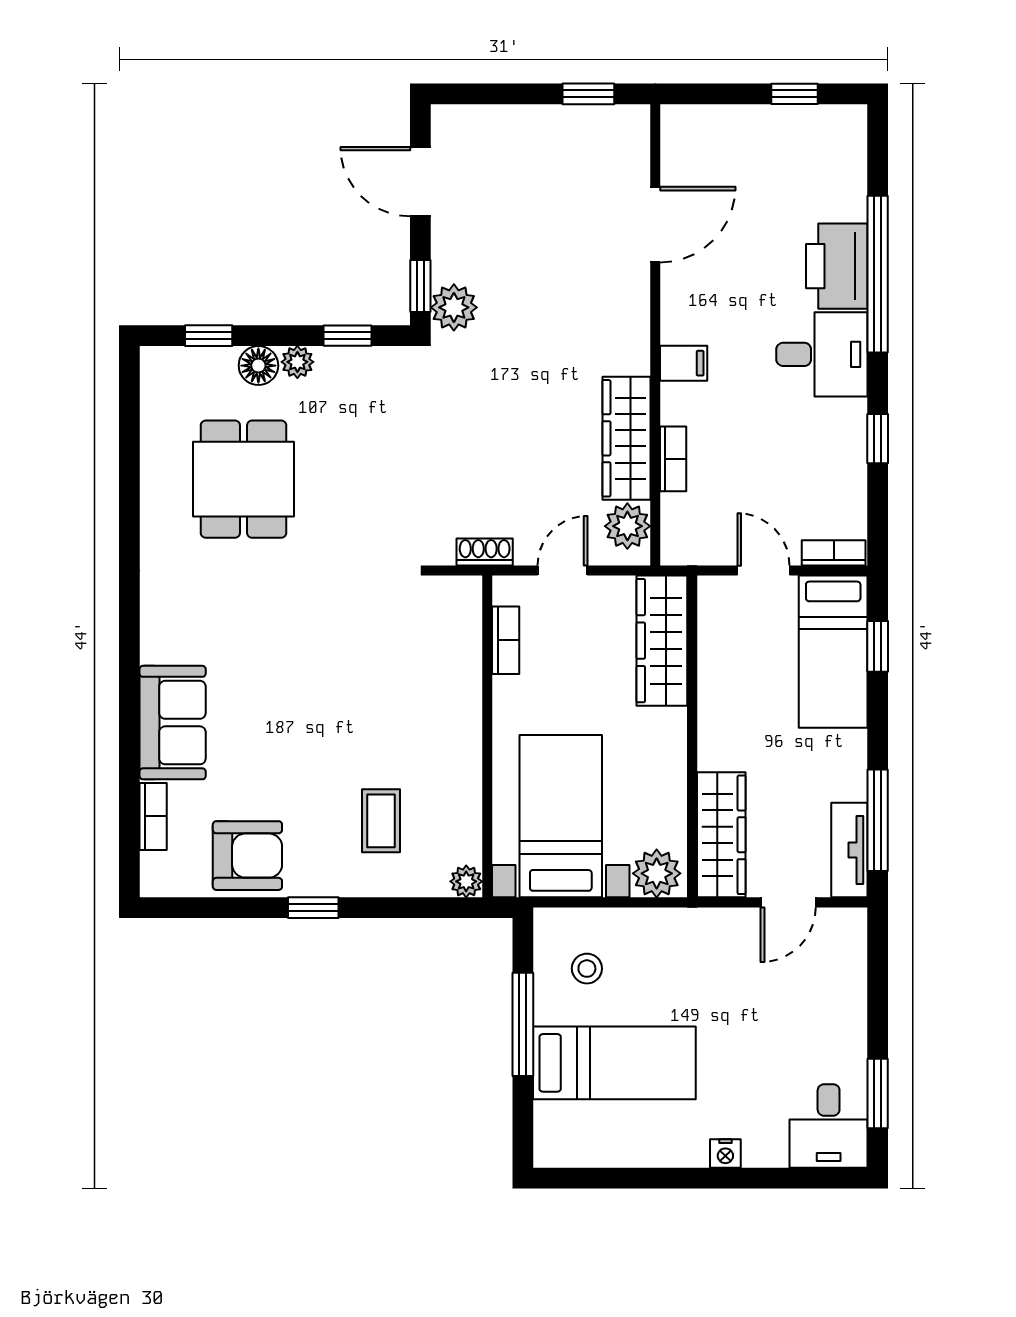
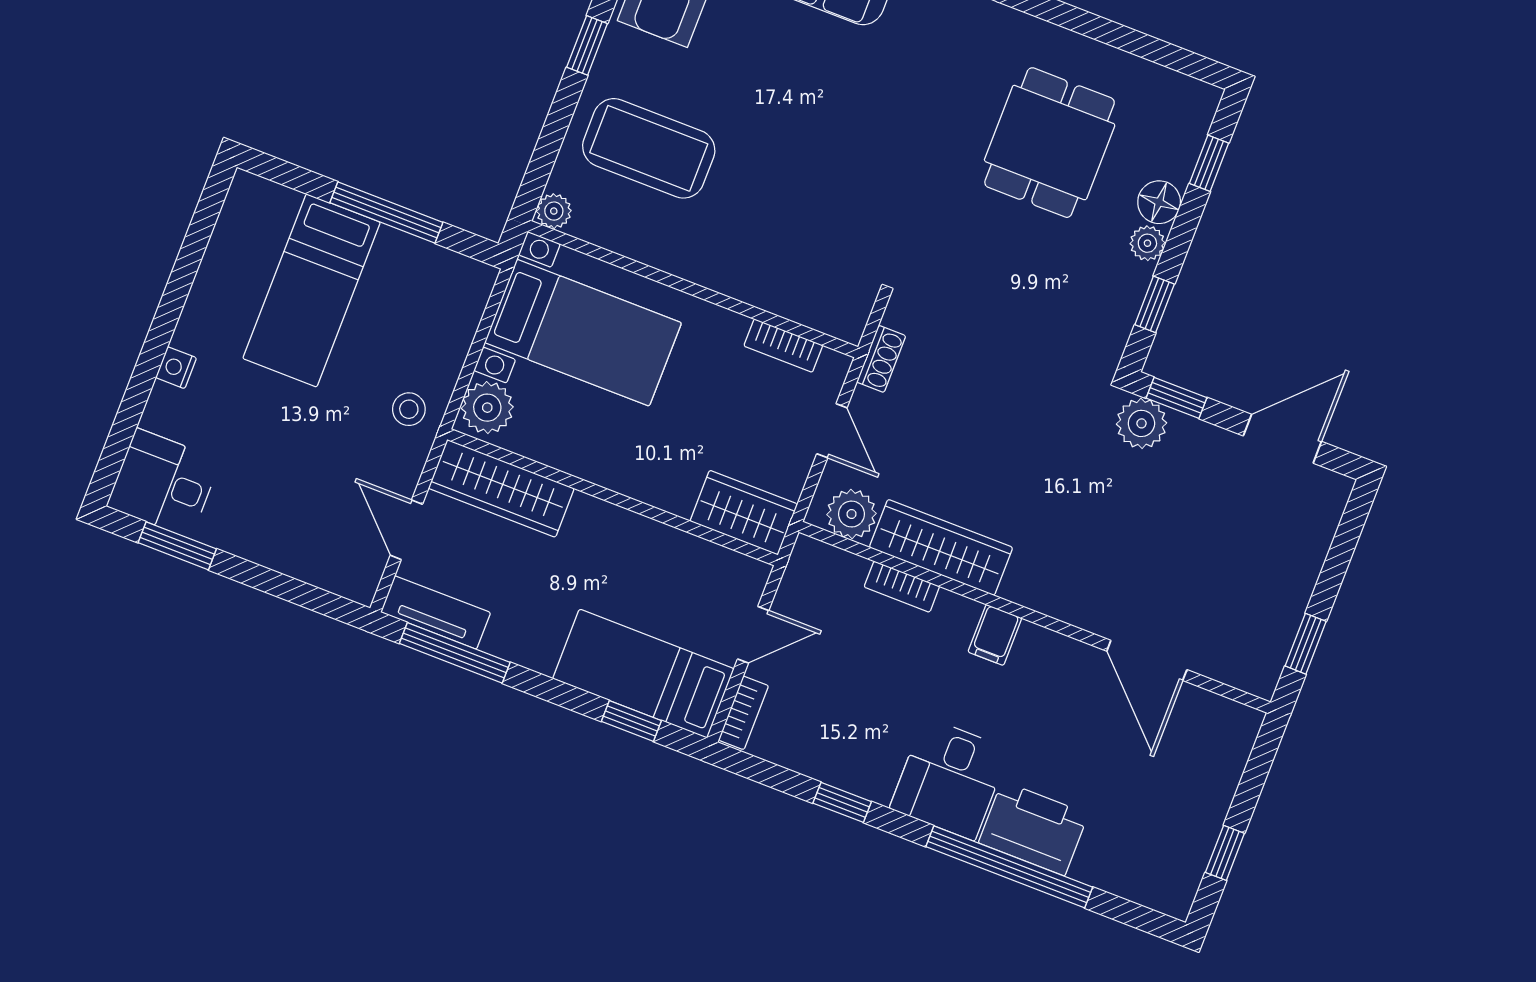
dining table: (244, 479) -> (1050, 143), turned 90
wardrobe: (662, 641) -> (744, 513), width x0.67
coffee table: (381, 821) -> (649, 148), width x1.86, depth x1.72
stool: (587, 969) -> (409, 409), moved

